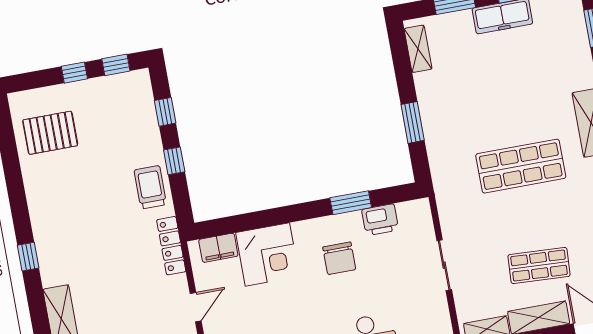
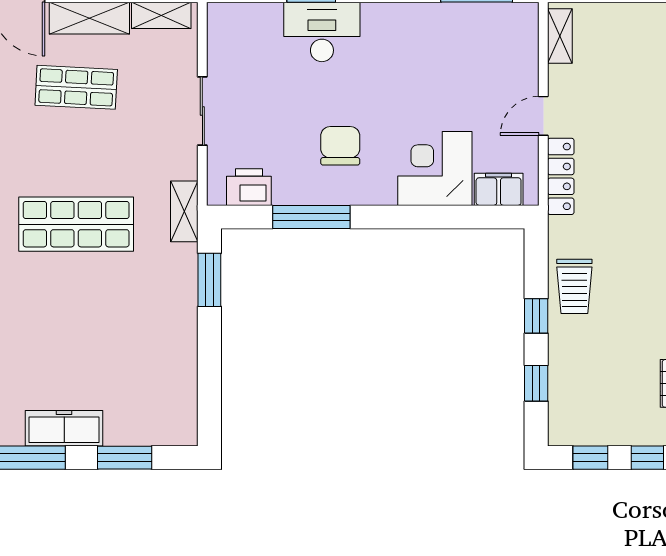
shelving: (418, 49) -> (184, 211), moved
window: (413, 122) -> (209, 280), moved
window: (351, 203) -> (311, 217), width x1.44
printer: (380, 220) -> (249, 187), moved
locker: (171, 246) -> (561, 176), moved

